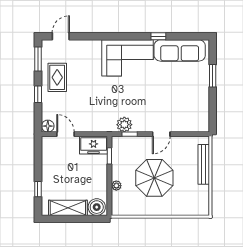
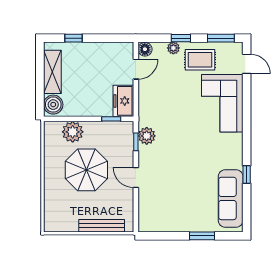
corner sofa: (127, 58) -> (222, 103), moved
plant: (47, 101) -> (173, 48), added
plant: (116, 186) -> (73, 132), width x1.87, depth x1.87

